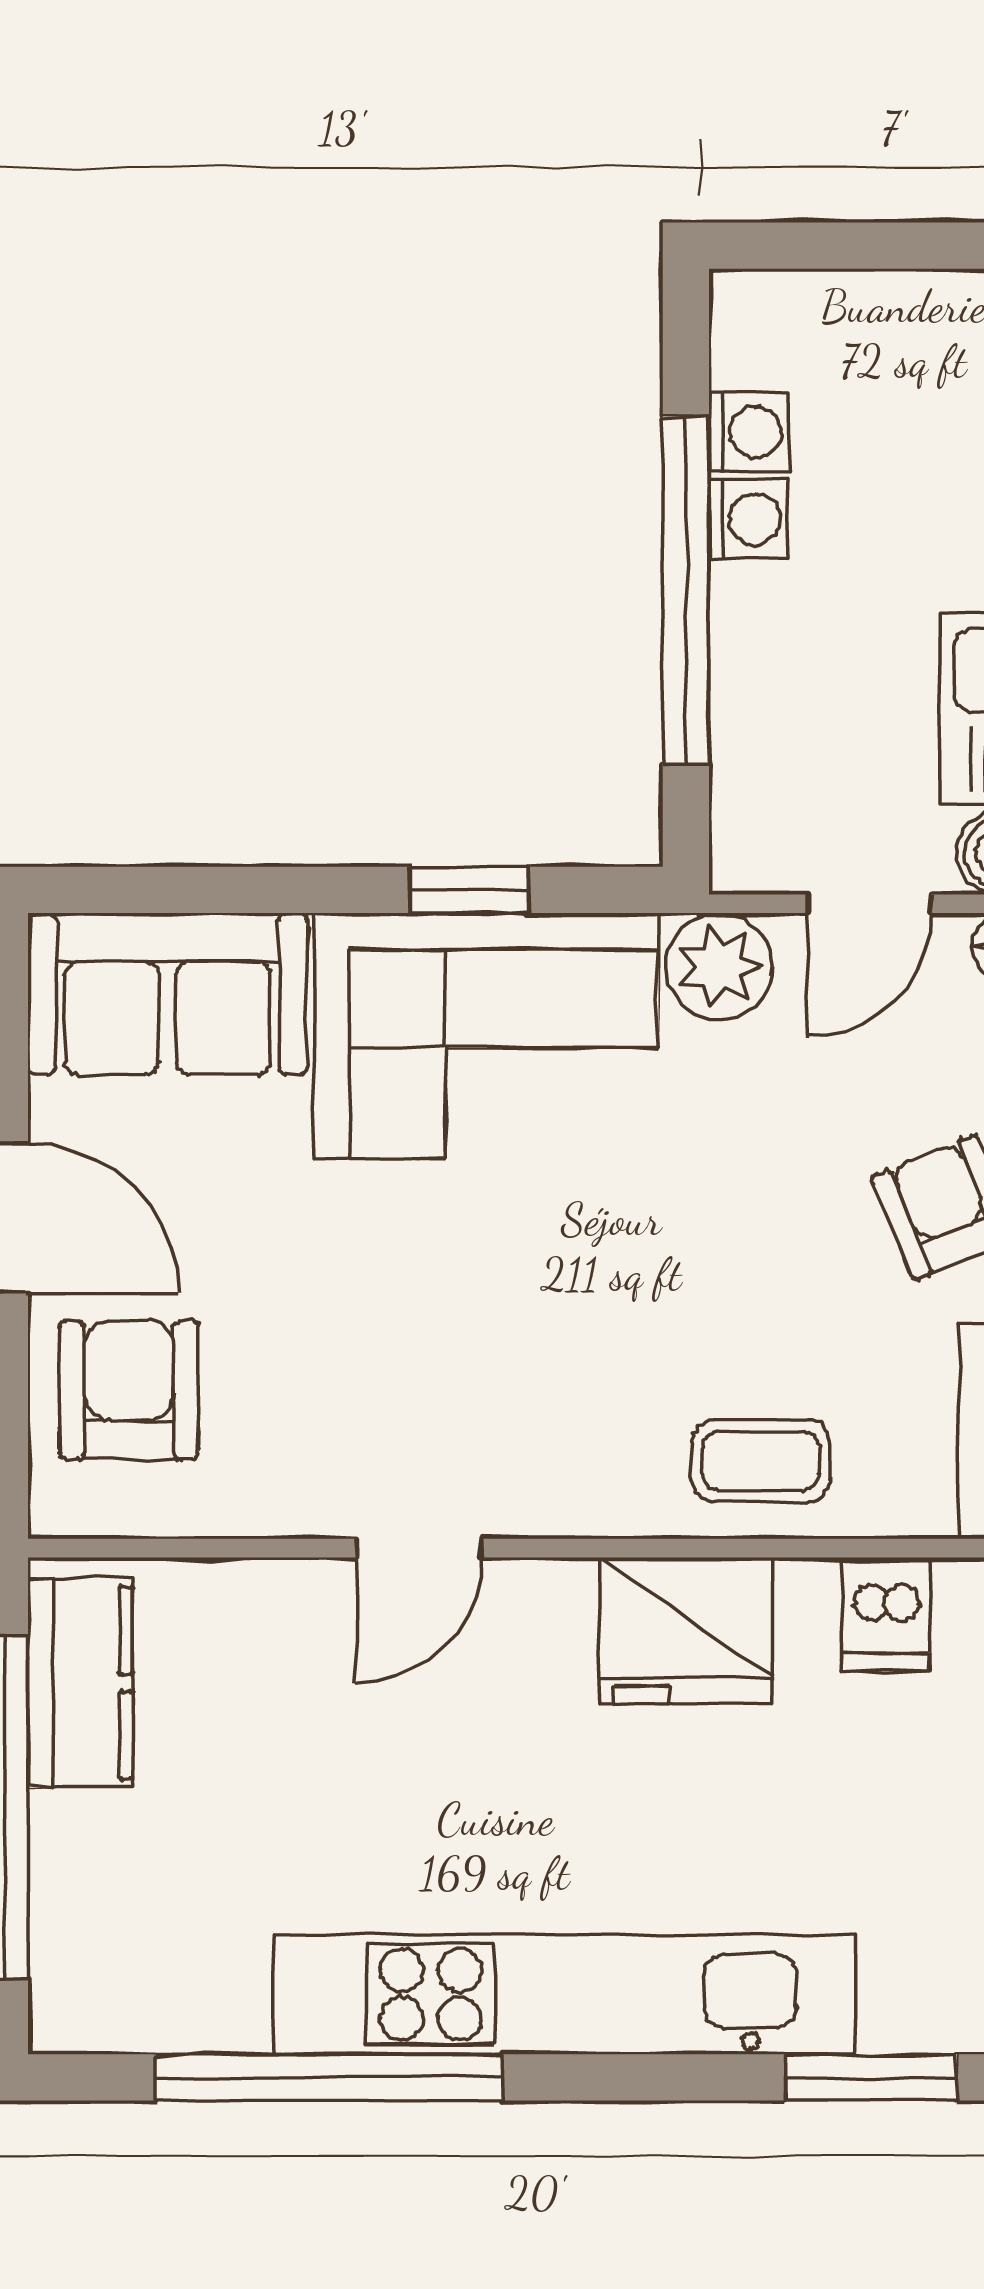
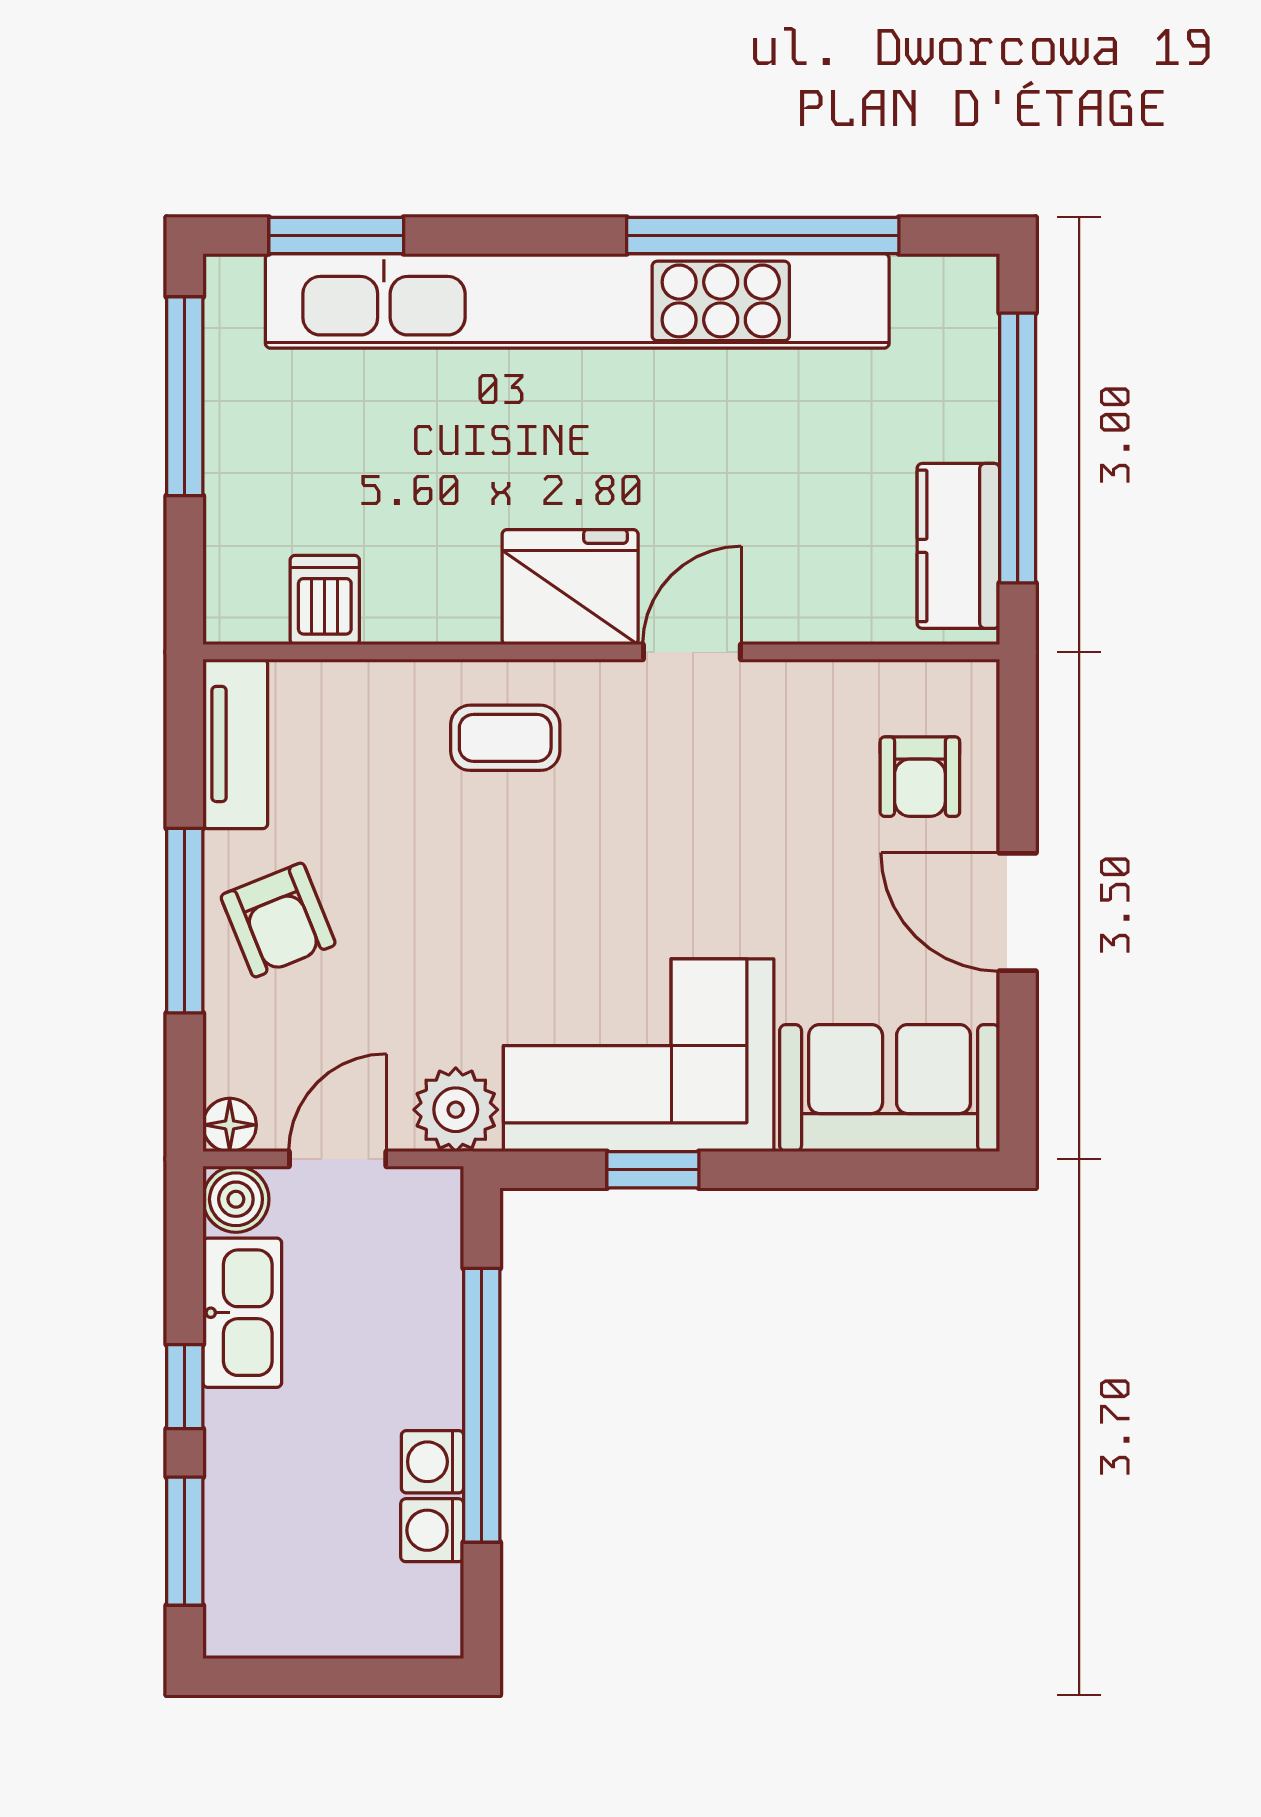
armchair: (129, 1390) -> (920, 777), width x0.72, depth x0.72
coffee table: (761, 1461) -> (505, 738), moved
fridge: (686, 1631) -> (570, 587), moved
kitchen unit: (564, 1994) -> (577, 301), width x1.36

